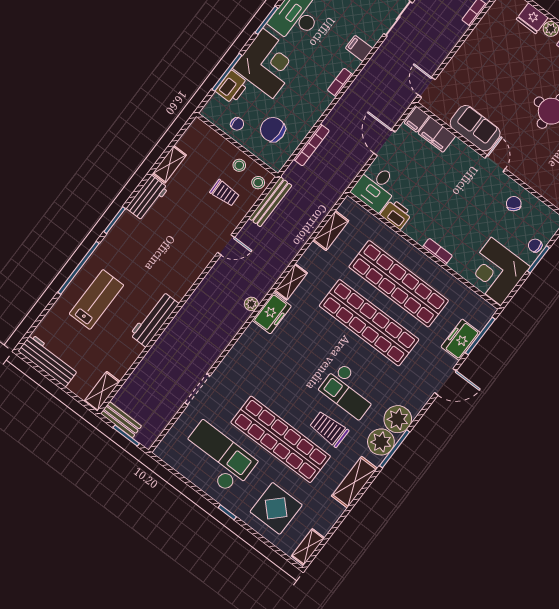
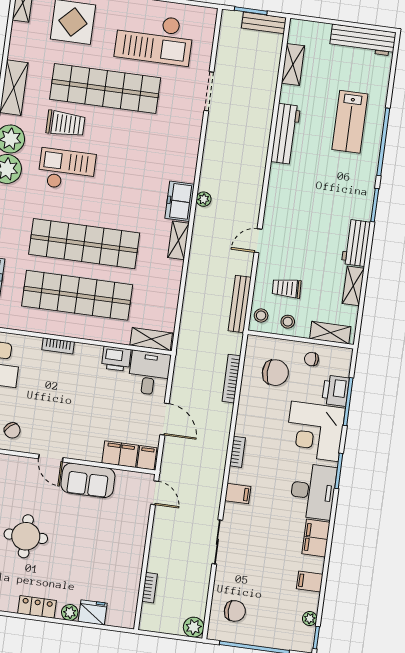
shelving: (210, 137) -> (330, 333), added
shelving: (331, 231) -> (151, 339), moved, turned 90
shelving: (102, 391) -> (293, 64), moved

